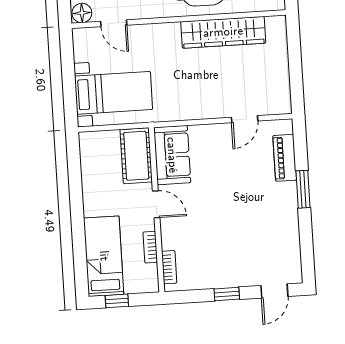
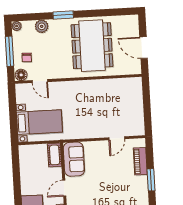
wardrobe: (223, 32) -> (105, 87), removed
cot: (136, 156) -> (55, 155), width x0.73, depth x0.75
door: (156, 204) -> (64, 188), swing flipped

